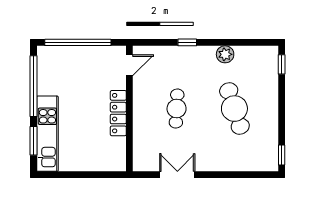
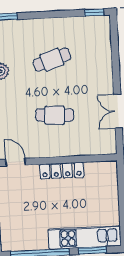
cafe table: (234, 109) -> (52, 60), width x0.73, depth x0.74

